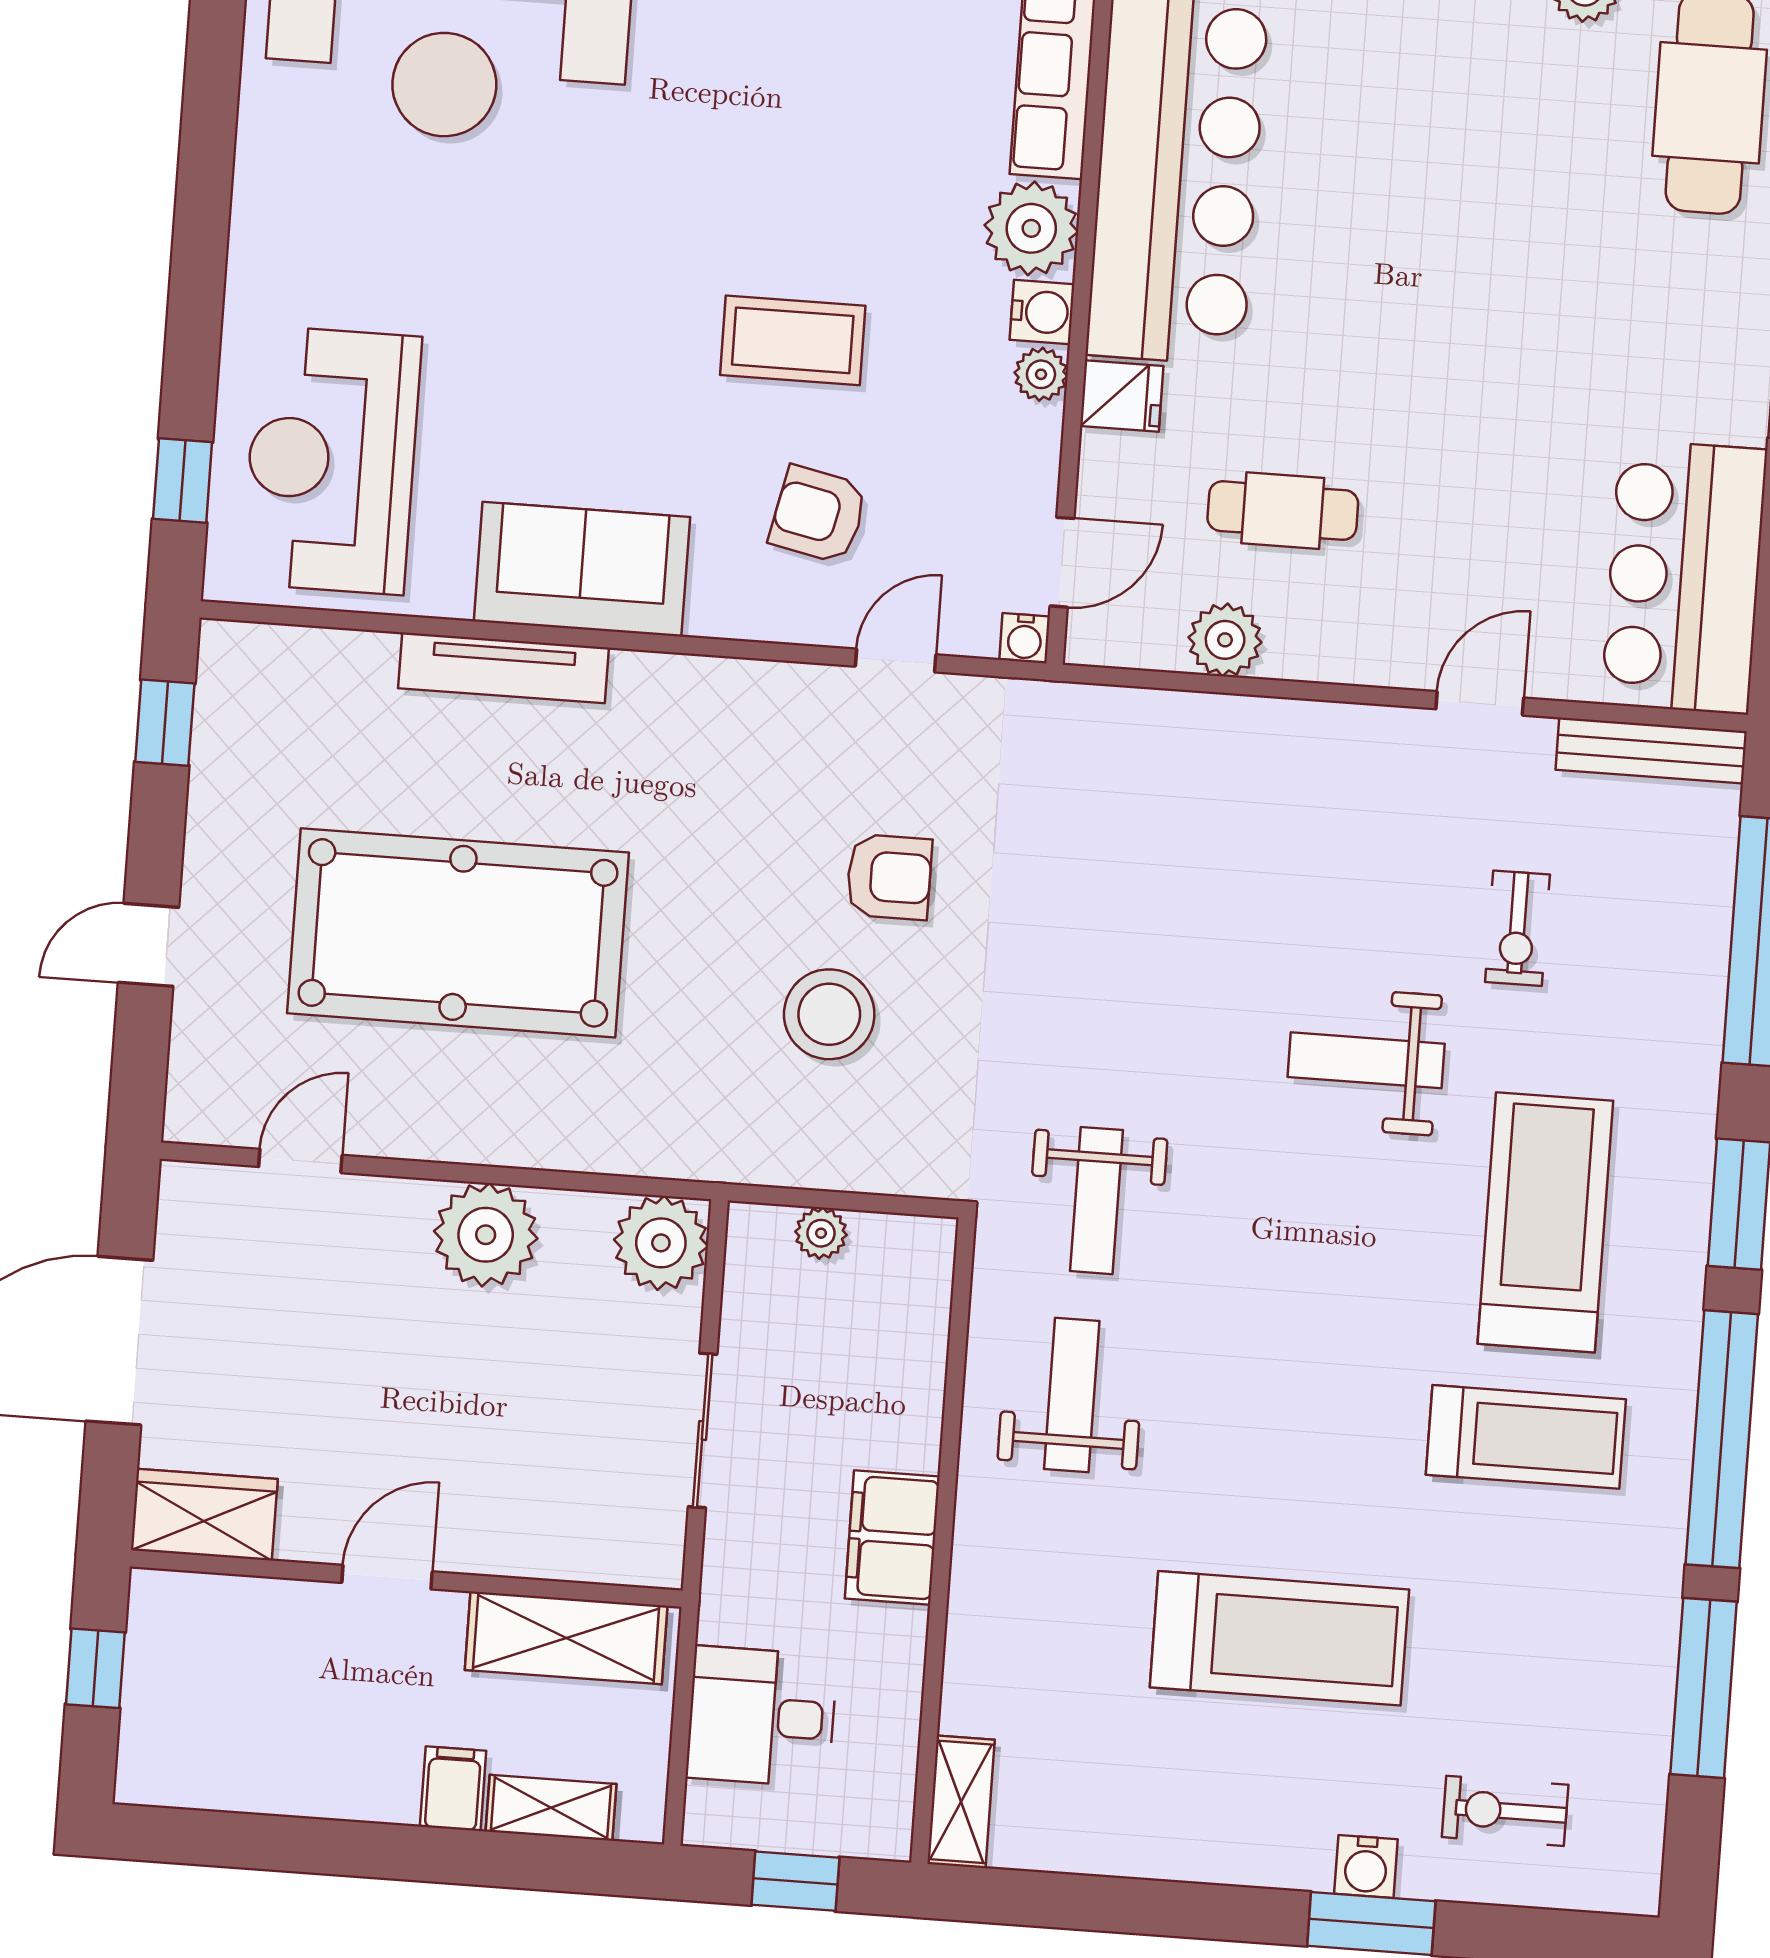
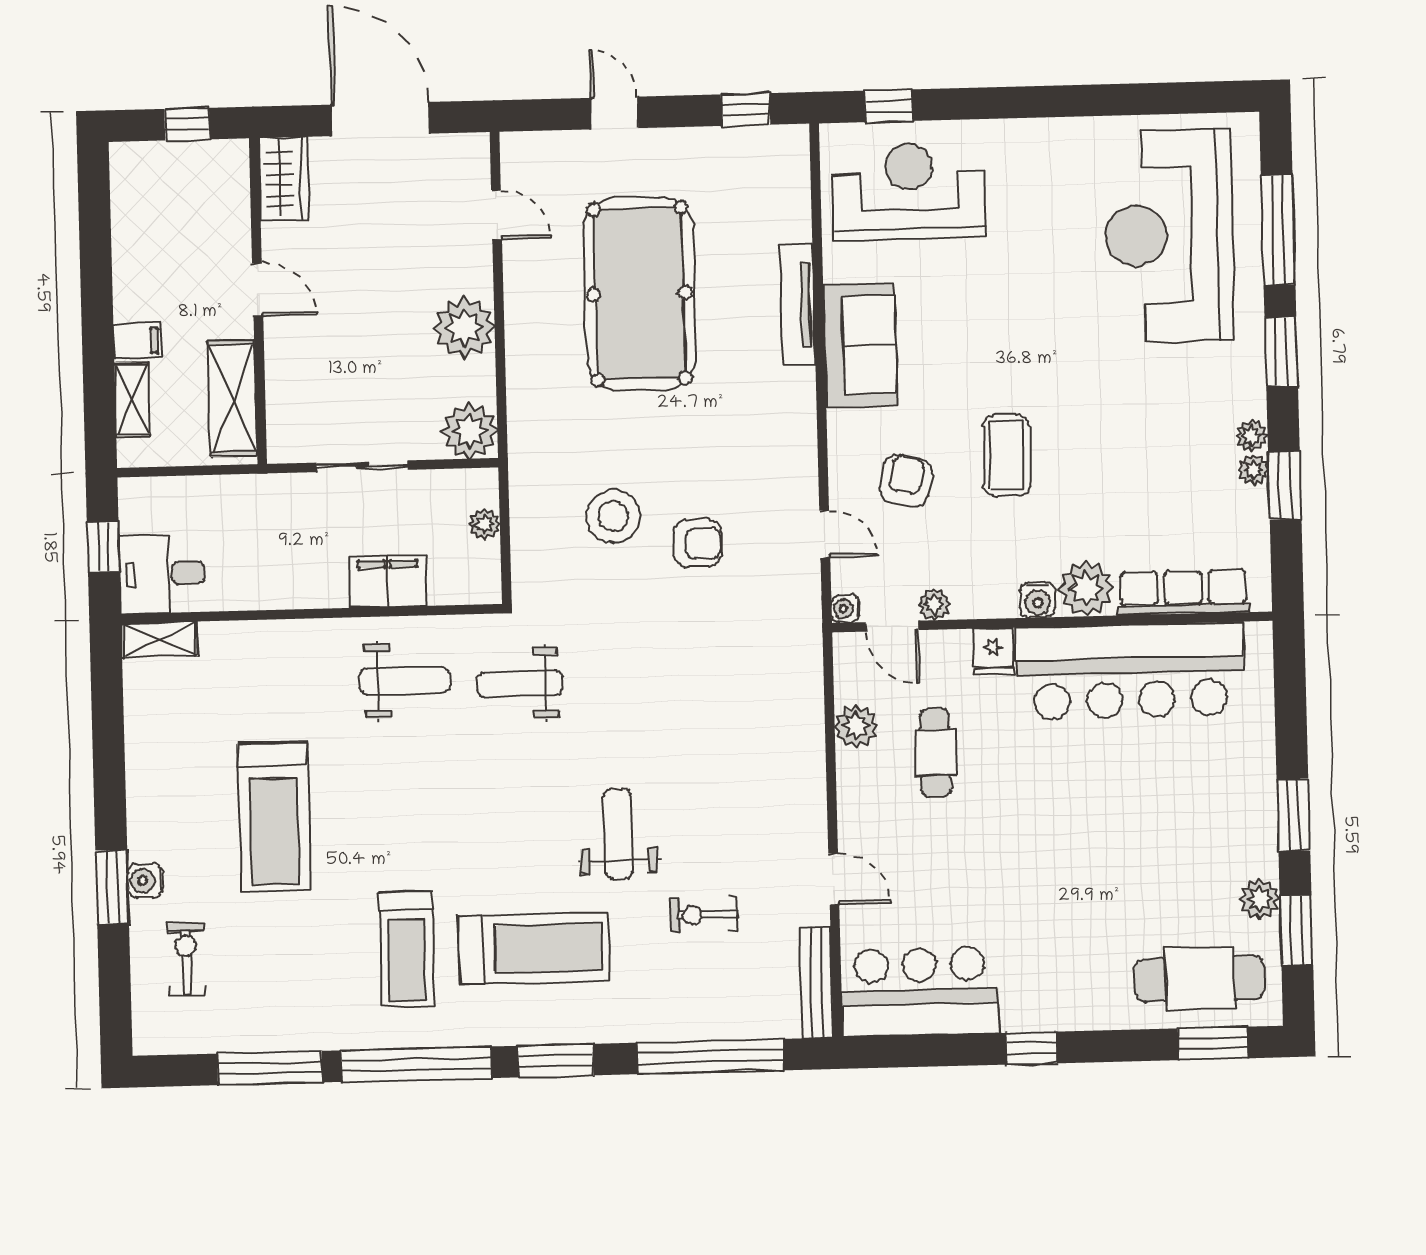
plant: (1041, 374) -> (934, 605), moved
armchair: (889, 877) -> (698, 543), turned -90
filing cabinet: (892, 1538) -> (388, 582), moved
desk: (762, 1716) -> (162, 574), moved, turned -90

